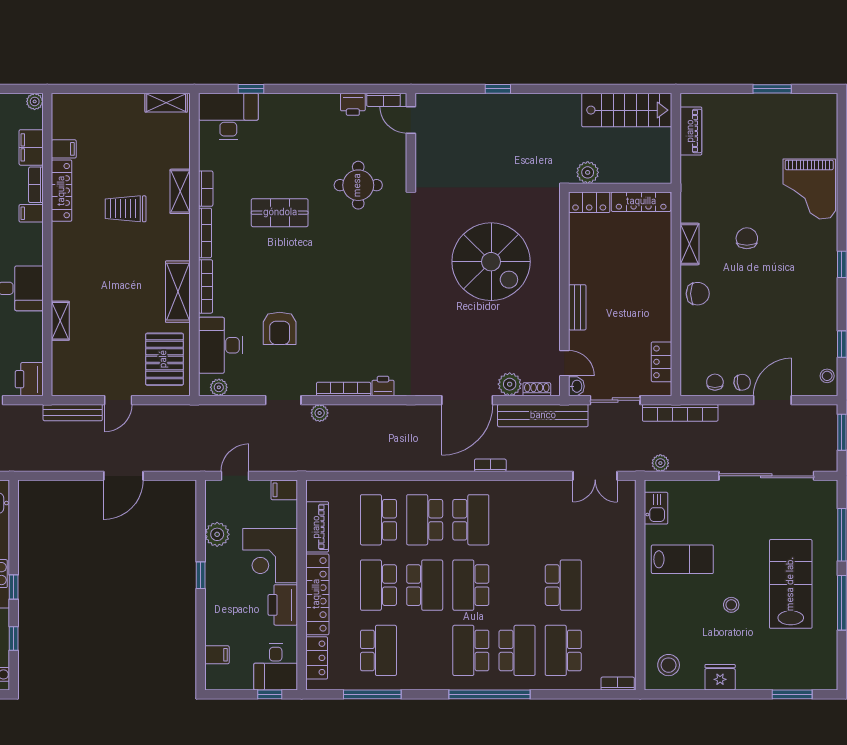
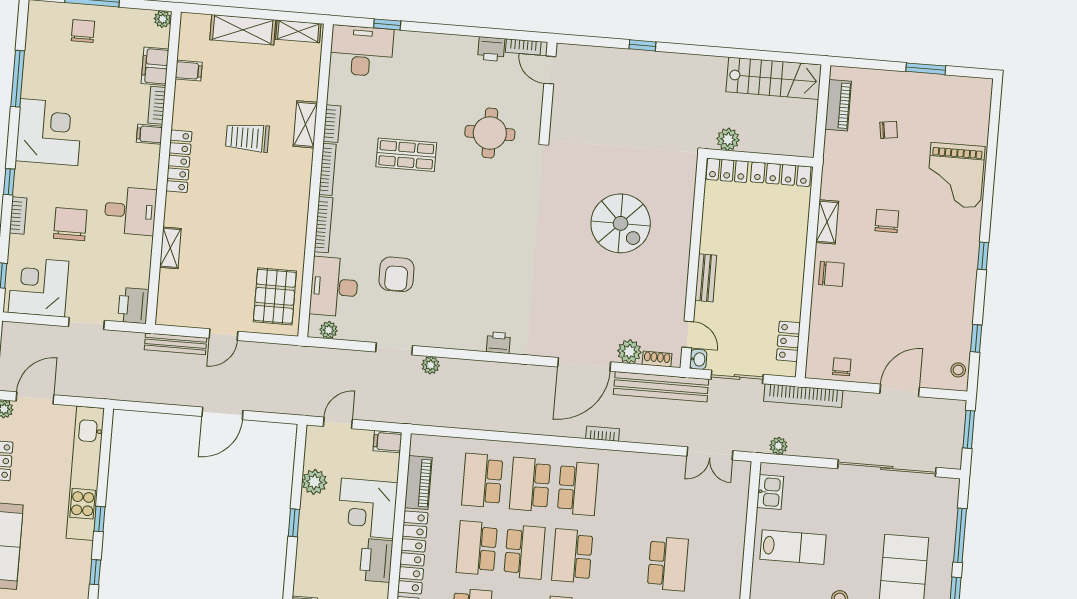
locker: (62, 191) -> (179, 161), moved
spiral stairs: (491, 262) -> (621, 223), width x0.73, depth x0.73
shelving: (178, 292) -> (243, 30), moved, turned 90
chair: (742, 382) -> (889, 130), moved
bookcase: (344, 389) -> (457, 342), removed

